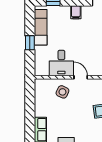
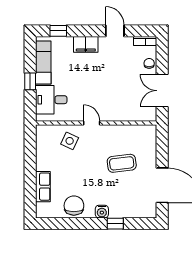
filing cabinet: (76, 12) -> (86, 44), width x2.00
desk: (61, 63) -> (51, 100), moved, turned 90

